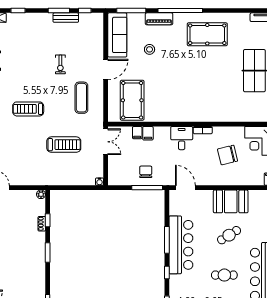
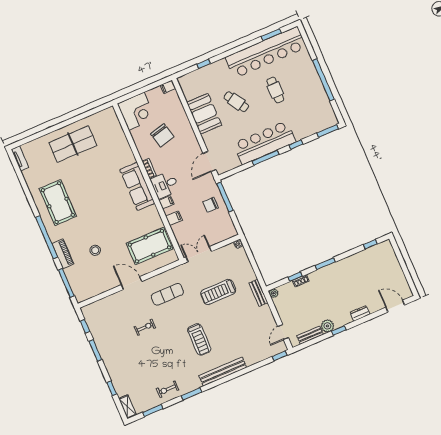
bench: (66, 18) -> (258, 293), moved
sofa: (117, 35) -> (137, 186), moved, turned -90
filing cabinet: (137, 133) -> (166, 202), moved
treadmill: (64, 145) -> (218, 292), turned -90

